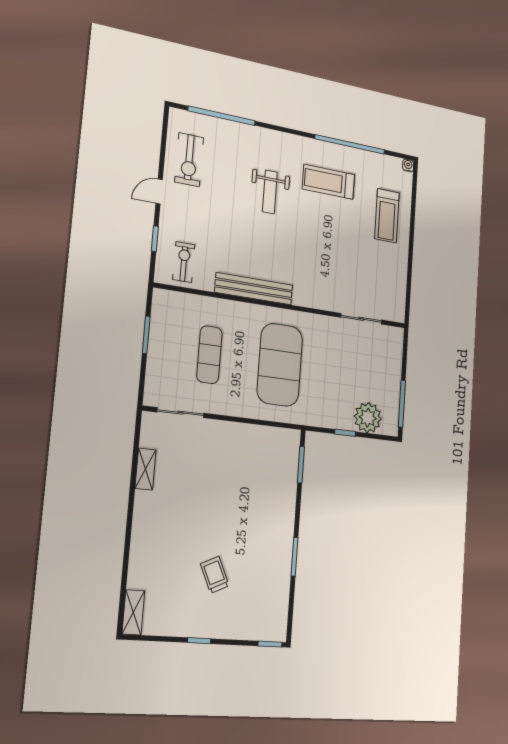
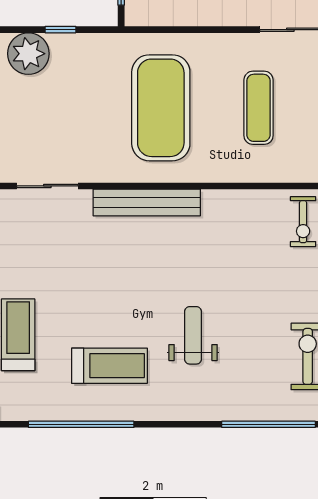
bench: (254, 289) -> (147, 202), moved

